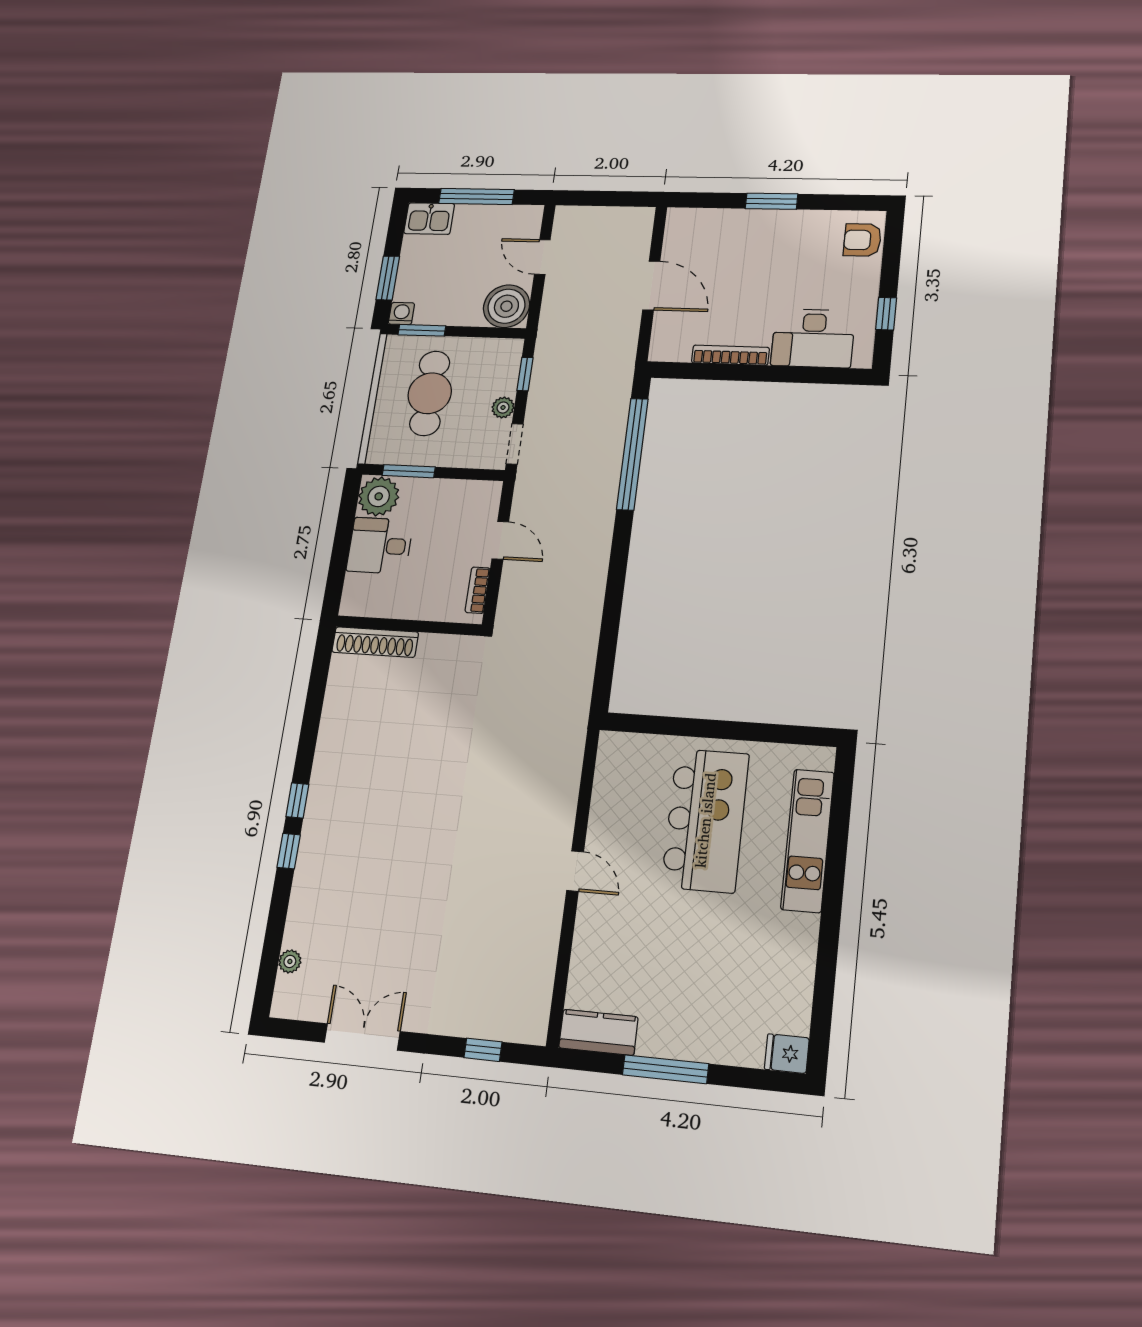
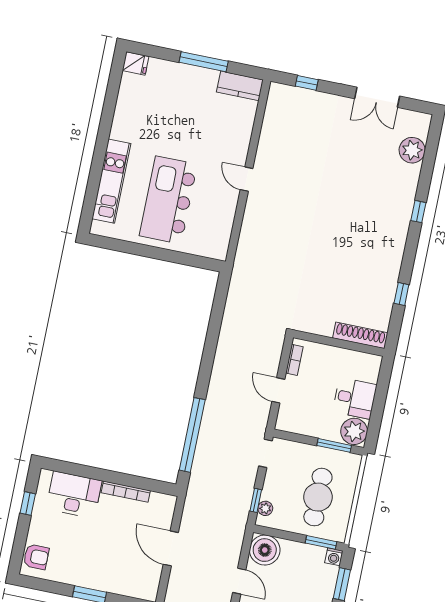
plant: (503, 408) -> (265, 508), moved
window: (297, 800) -> (401, 294), moved
plant: (290, 961) -> (412, 150), width x1.88, depth x1.88

